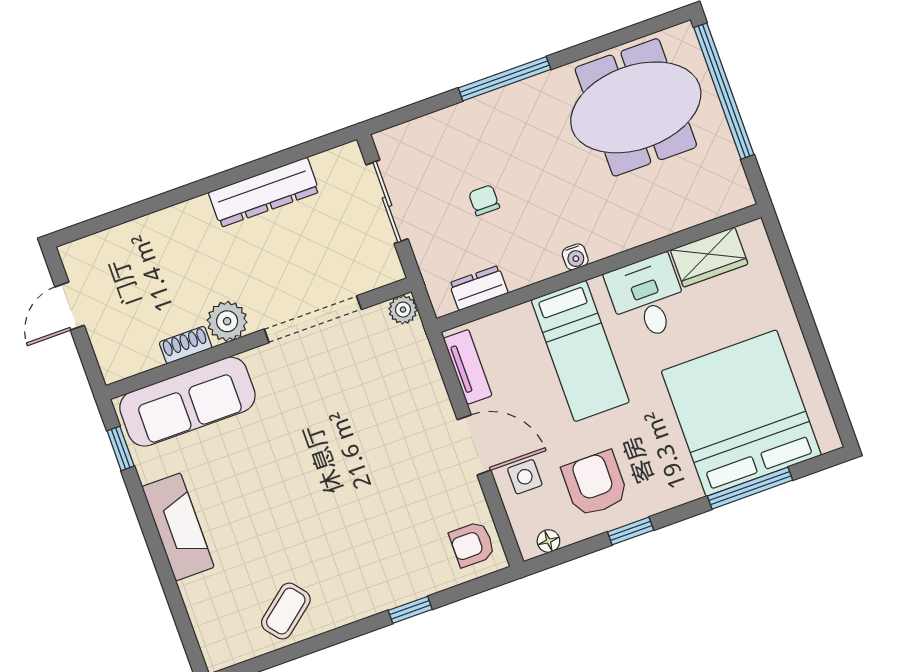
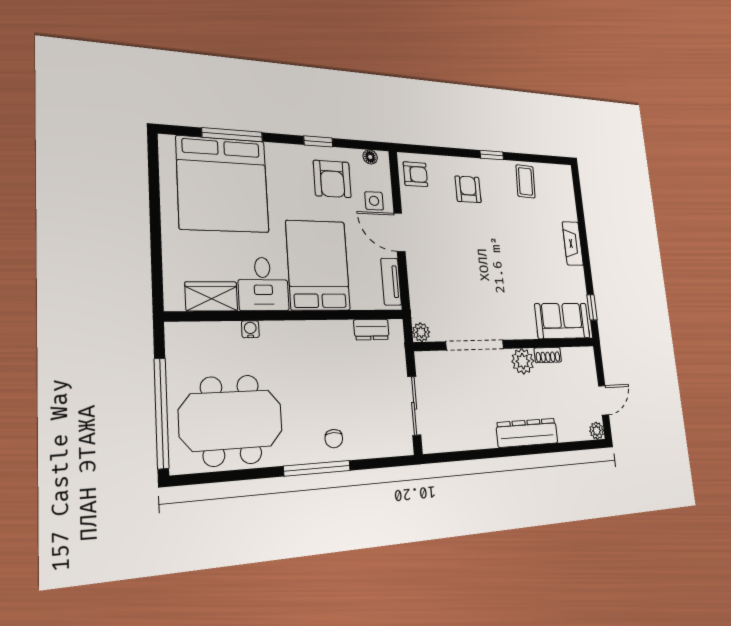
dresser: (264, 192) -> (527, 433), moved
chair: (484, 200) -> (334, 439), moved
plant: (73, 255) -> (597, 431), added
water cooler: (575, 257) -> (250, 329), moved
bed: (580, 351) -> (318, 265), width x1.50
sofa: (187, 402) -> (562, 321), width x0.73
fireplace: (178, 527) -> (573, 243), width x0.73, depth x0.76
armchair: (381, 556) -> (468, 189), added
window: (410, 610) -> (492, 155), moved
coffee table: (286, 611) -> (525, 181), turned -48

